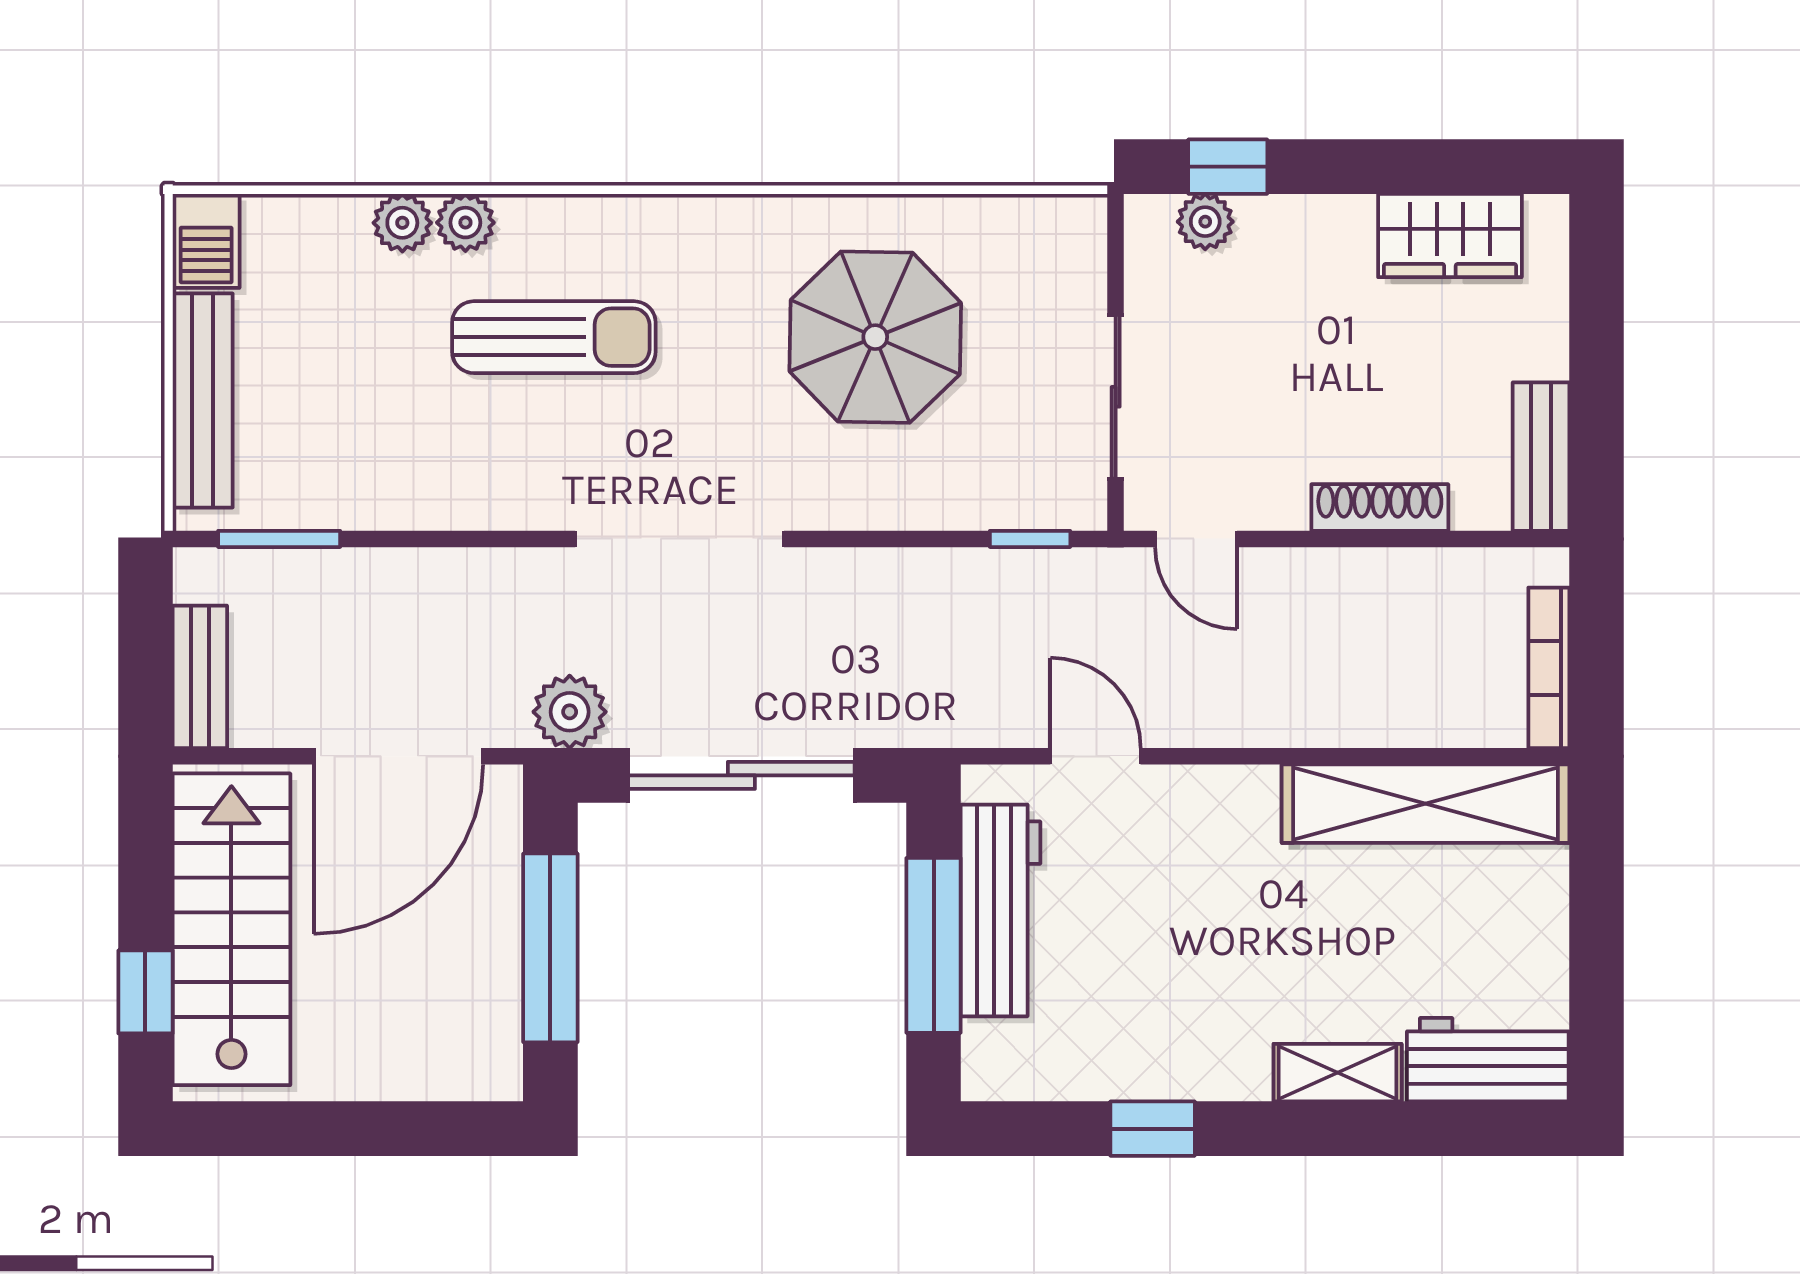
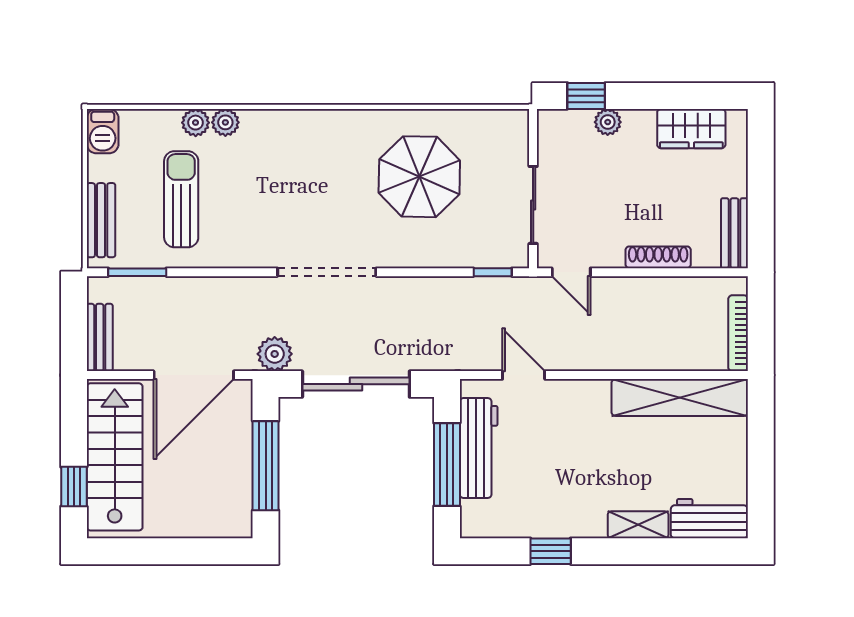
plant: (1205, 222) -> (608, 122), moved
sun lounger: (554, 337) -> (181, 199), moved, turned -90
bench: (203, 400) -> (101, 220), width x0.73

